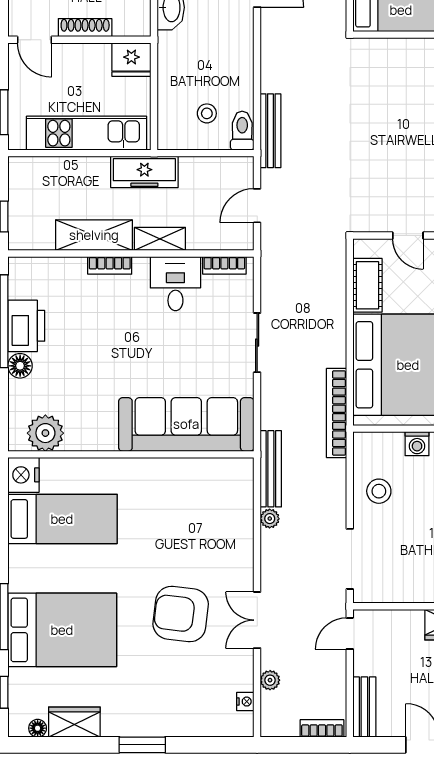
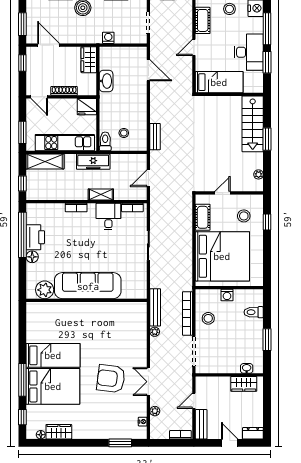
toilet: (242, 131) -> (105, 141), moved
bench: (270, 131) -> (155, 137), width x0.73
shelving: (94, 235) -> (45, 161), moved
door: (408, 236) -> (223, 193), swing flipped
bookcase: (337, 413) -> (187, 313), moved
sofa: (186, 424) -> (88, 286), moved
nightstand: (23, 475) -> (34, 310), removed
bed: (62, 519) -> (53, 355), moved
door: (350, 633) -> (194, 401), moved
window: (142, 745) -> (120, 443), moved

